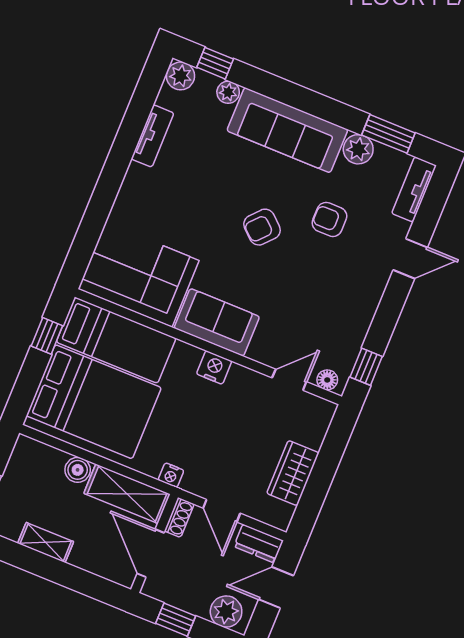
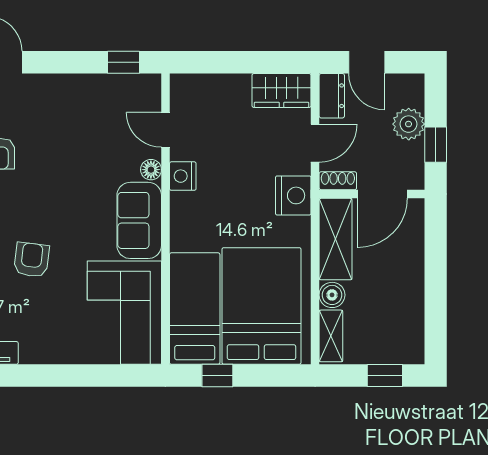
armchair: (262, 227) -> (32, 260), moved, turned -125
nightstand: (214, 367) -> (183, 176), moved
floor lamp: (327, 380) -> (151, 170), moved
wardrobe: (293, 473) -> (282, 90), moved
nightstand: (171, 475) -> (293, 195), width x1.89, depth x1.79
shelving: (46, 542) -> (331, 336), moved
plant: (226, 612) -> (409, 124), moved

